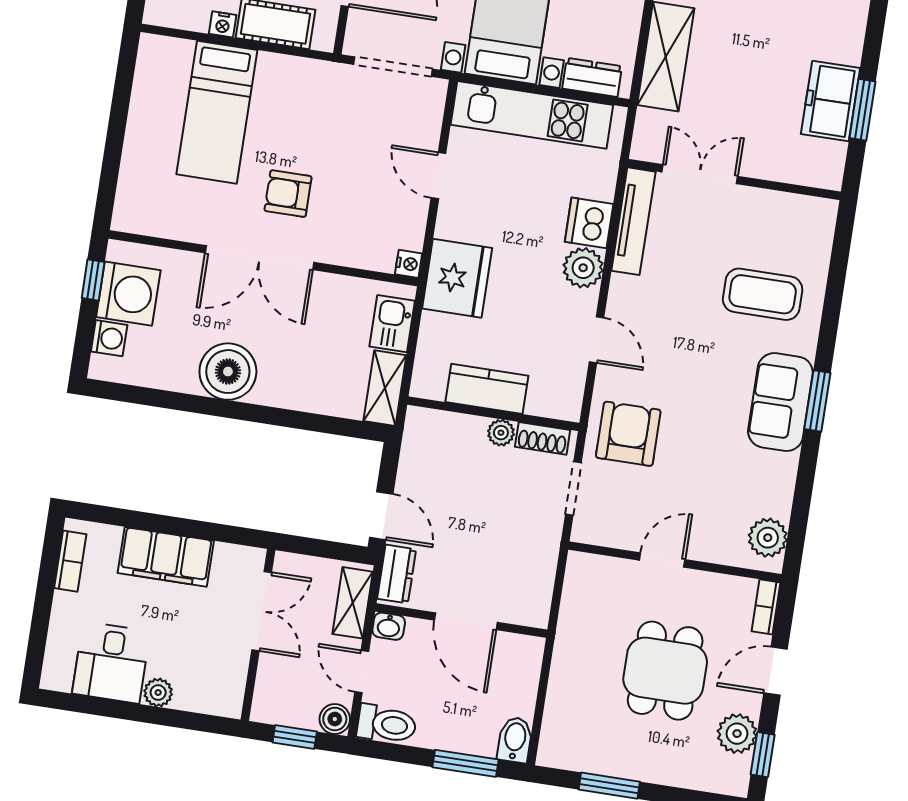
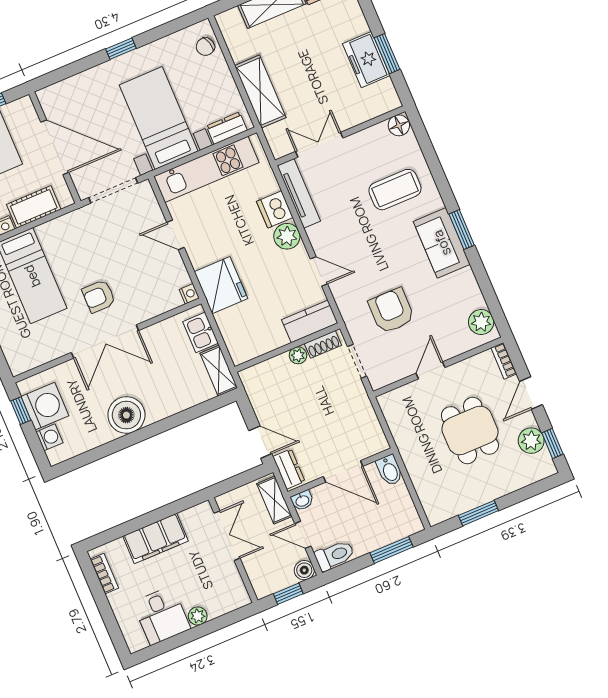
floor lamp: (820, 213) -> (399, 125), added
kitchen counter: (487, 389) -> (310, 321), moved
armchair: (628, 434) -> (391, 311), moved
bidet: (515, 740) -> (390, 470), moved, turned 180

